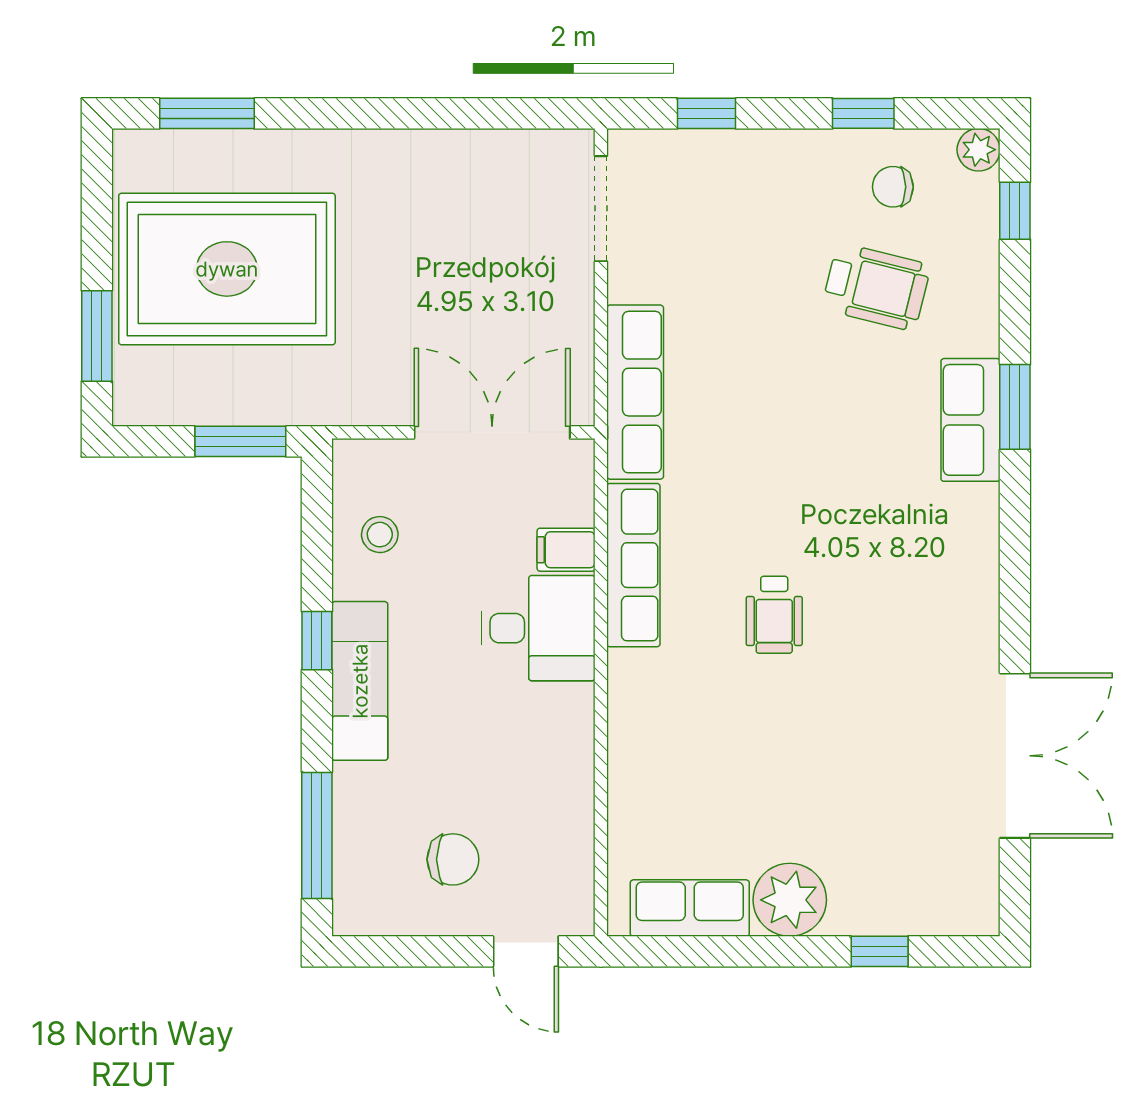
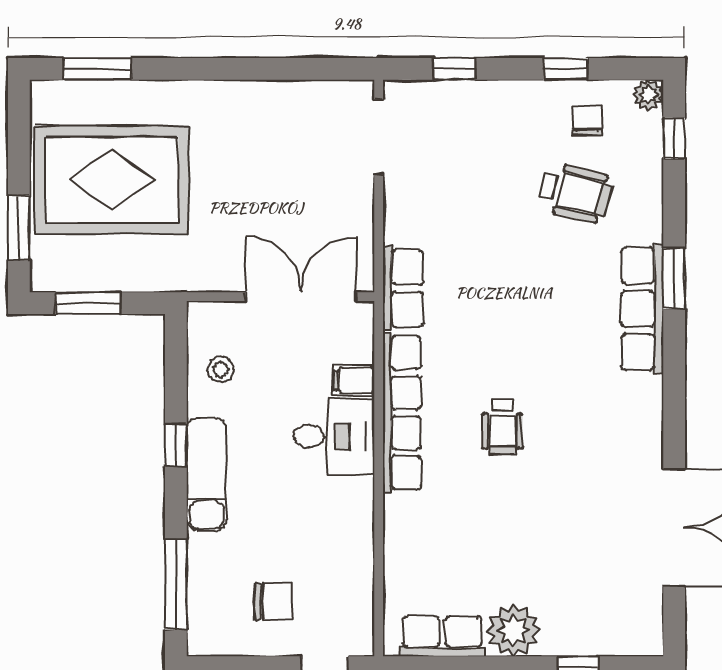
chair: (893, 187) -> (587, 121), turned 90
row of seats: (635, 392) -> (403, 288), width x0.68
row of seats: (971, 420) -> (642, 309), width x1.48
window: (240, 441) -> (88, 303), moved
row of seats: (633, 565) -> (402, 413), width x1.36

